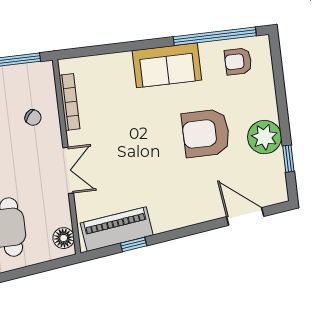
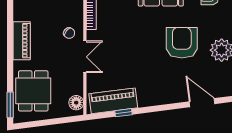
chair: (33, 118) -> (69, 33), moved
armchair: (206, 133) -> (182, 43), turned 90

